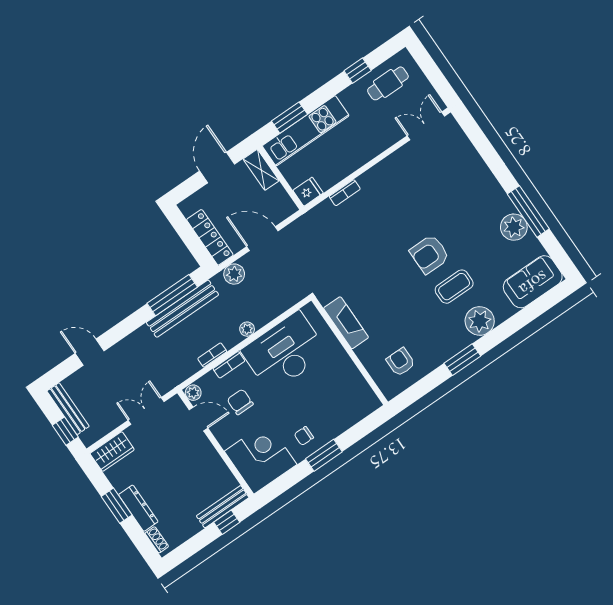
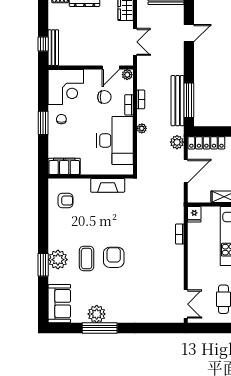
window: (462, 360) -> (43, 265), moved
filing cabinet: (360, 392) -> (64, 166), added

